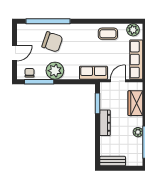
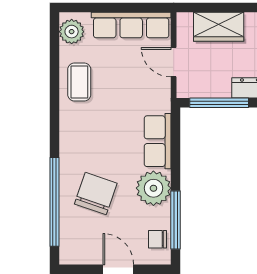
row of seats: (93, 73) -> (158, 141), moved
window: (98, 103) -> (219, 103), width x1.44

